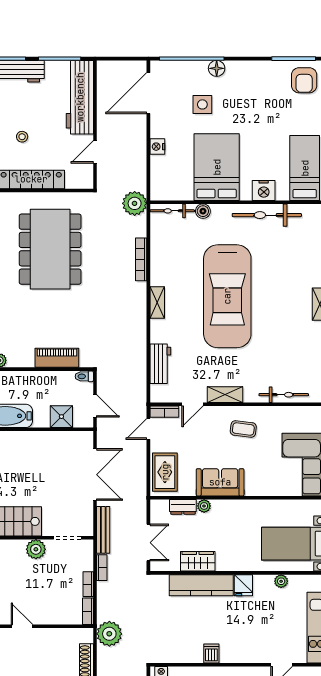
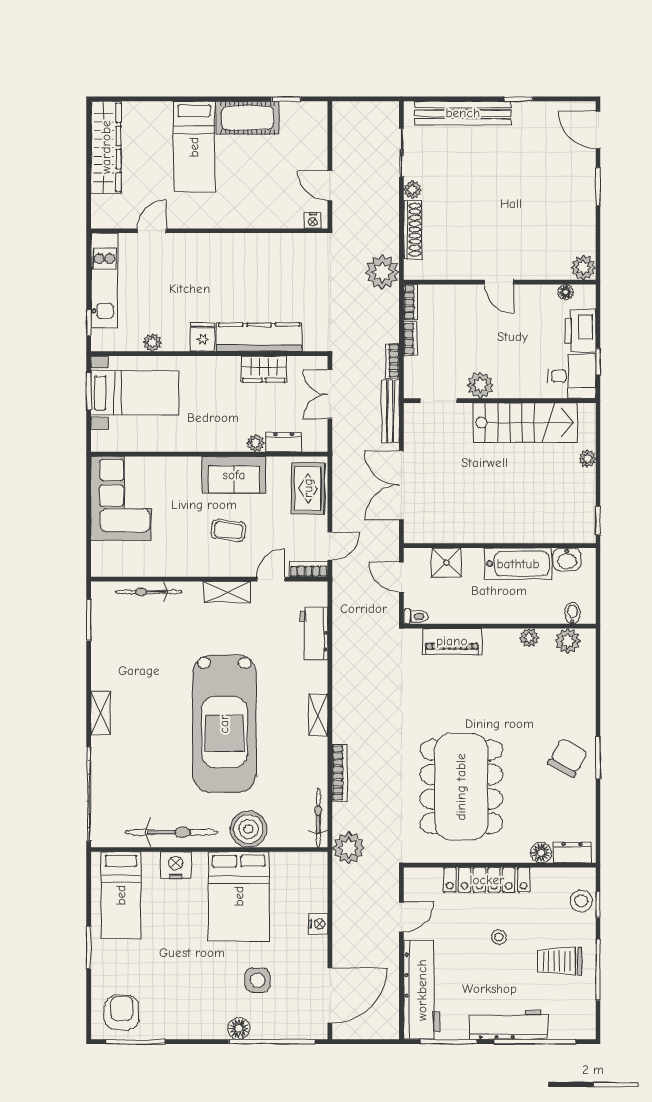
bicycle: (172, 211) -> (318, 818), moved, turned -90
boiler: (203, 211) -> (249, 829), width x1.86, depth x1.86
car: (227, 296) -> (224, 724), turned 180
coffee table: (243, 429) -> (228, 530), moved
dishwasher: (211, 653) -> (246, 246), removed

